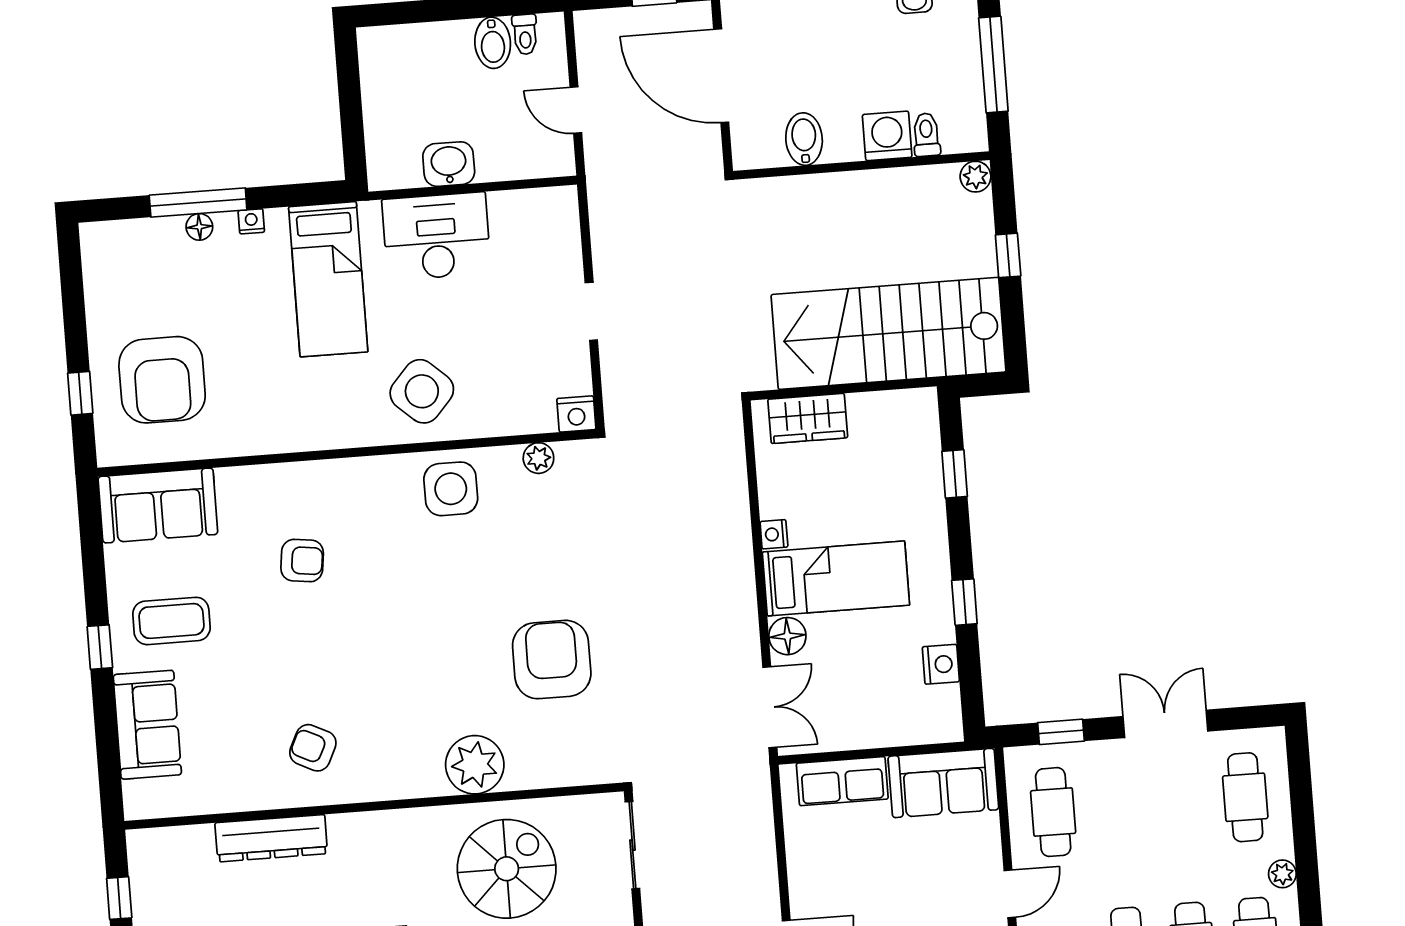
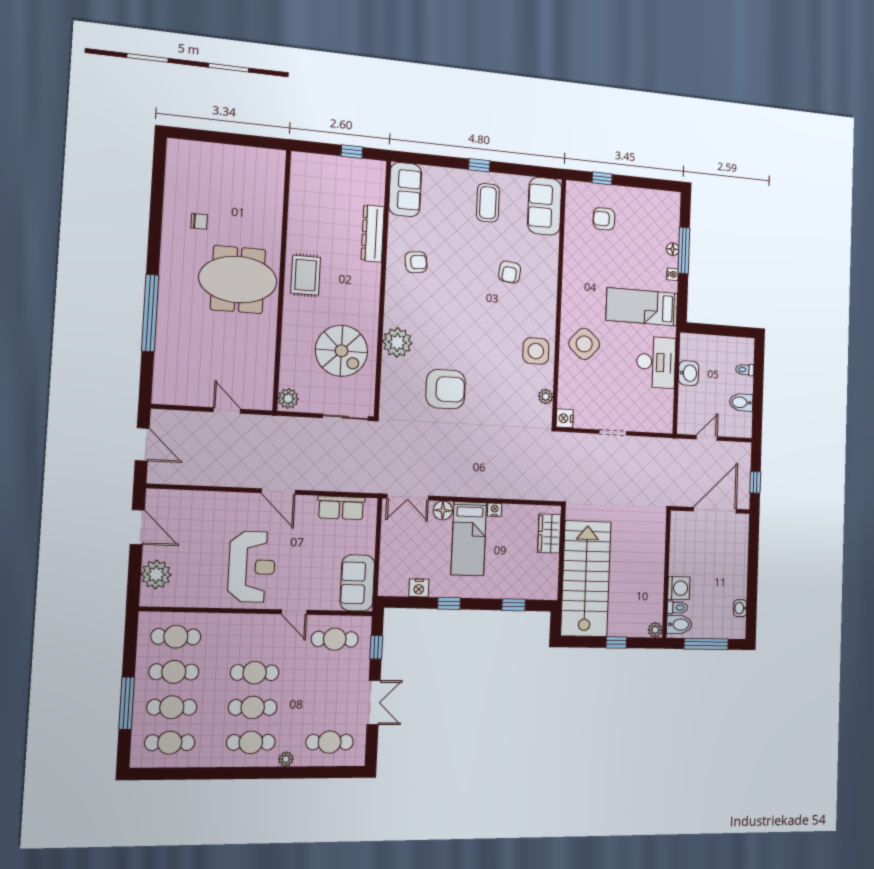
toilet: (525, 34) -> (745, 370), moved
bidet: (804, 139) -> (679, 625), moved
armchair: (162, 380) -> (604, 219), width x0.53, depth x0.53
sofa: (147, 725) -> (405, 189), moved, turned -90
armchair: (313, 748) -> (416, 262), turned 57
row of seats: (842, 781) -> (341, 508), moved, turned -90

